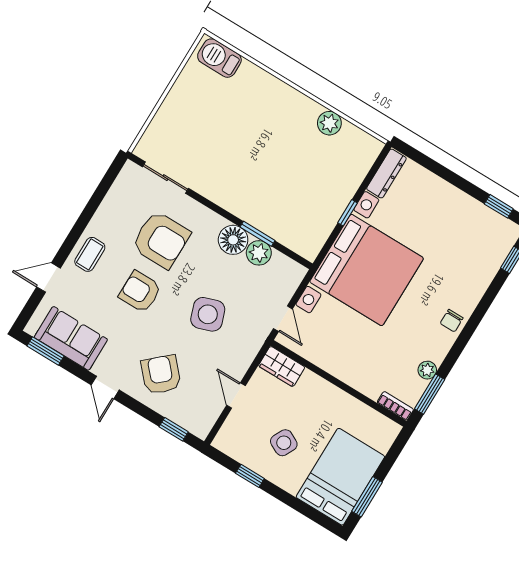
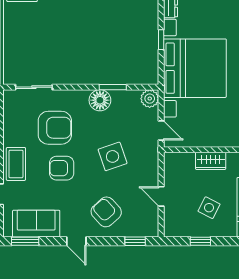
plant: (259, 253) -> (150, 99), moved
coffee table: (90, 254) -> (16, 164), width x1.36, depth x1.30
wardrobe: (282, 366) -> (211, 161), moved

